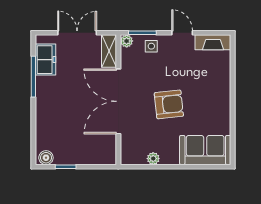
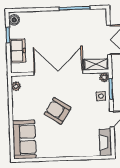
freezer: (45, 60) -> (18, 51), moved, turned -90
armchair: (169, 104) -> (58, 111), turned 129
plant: (153, 159) -> (16, 86), moved

